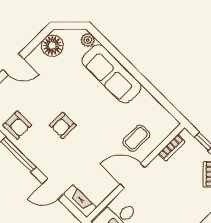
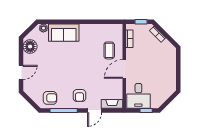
sofa: (112, 74) -> (64, 33), width x0.73
armchair: (63, 125) -> (79, 96), moved

